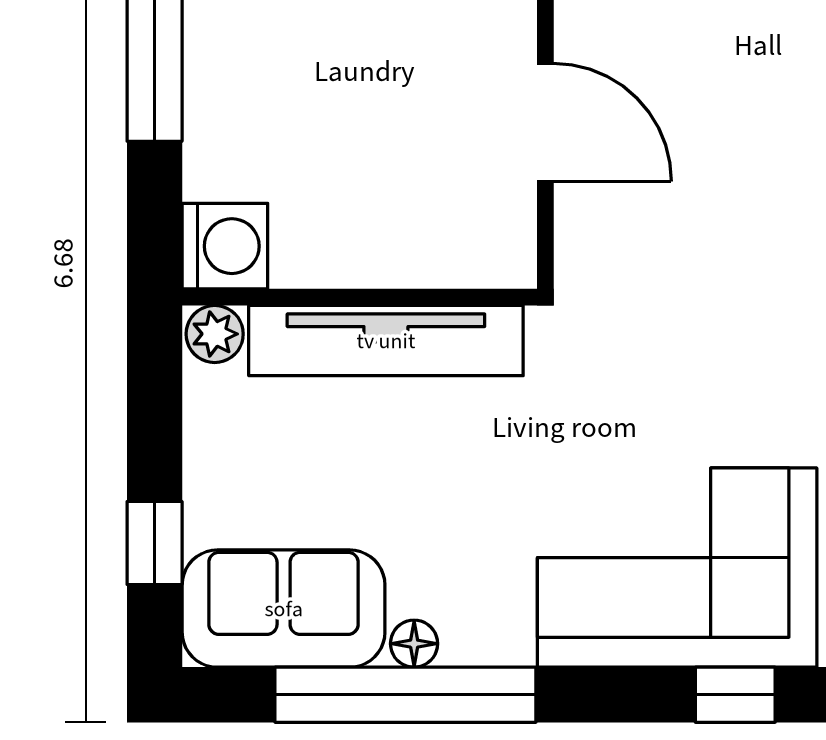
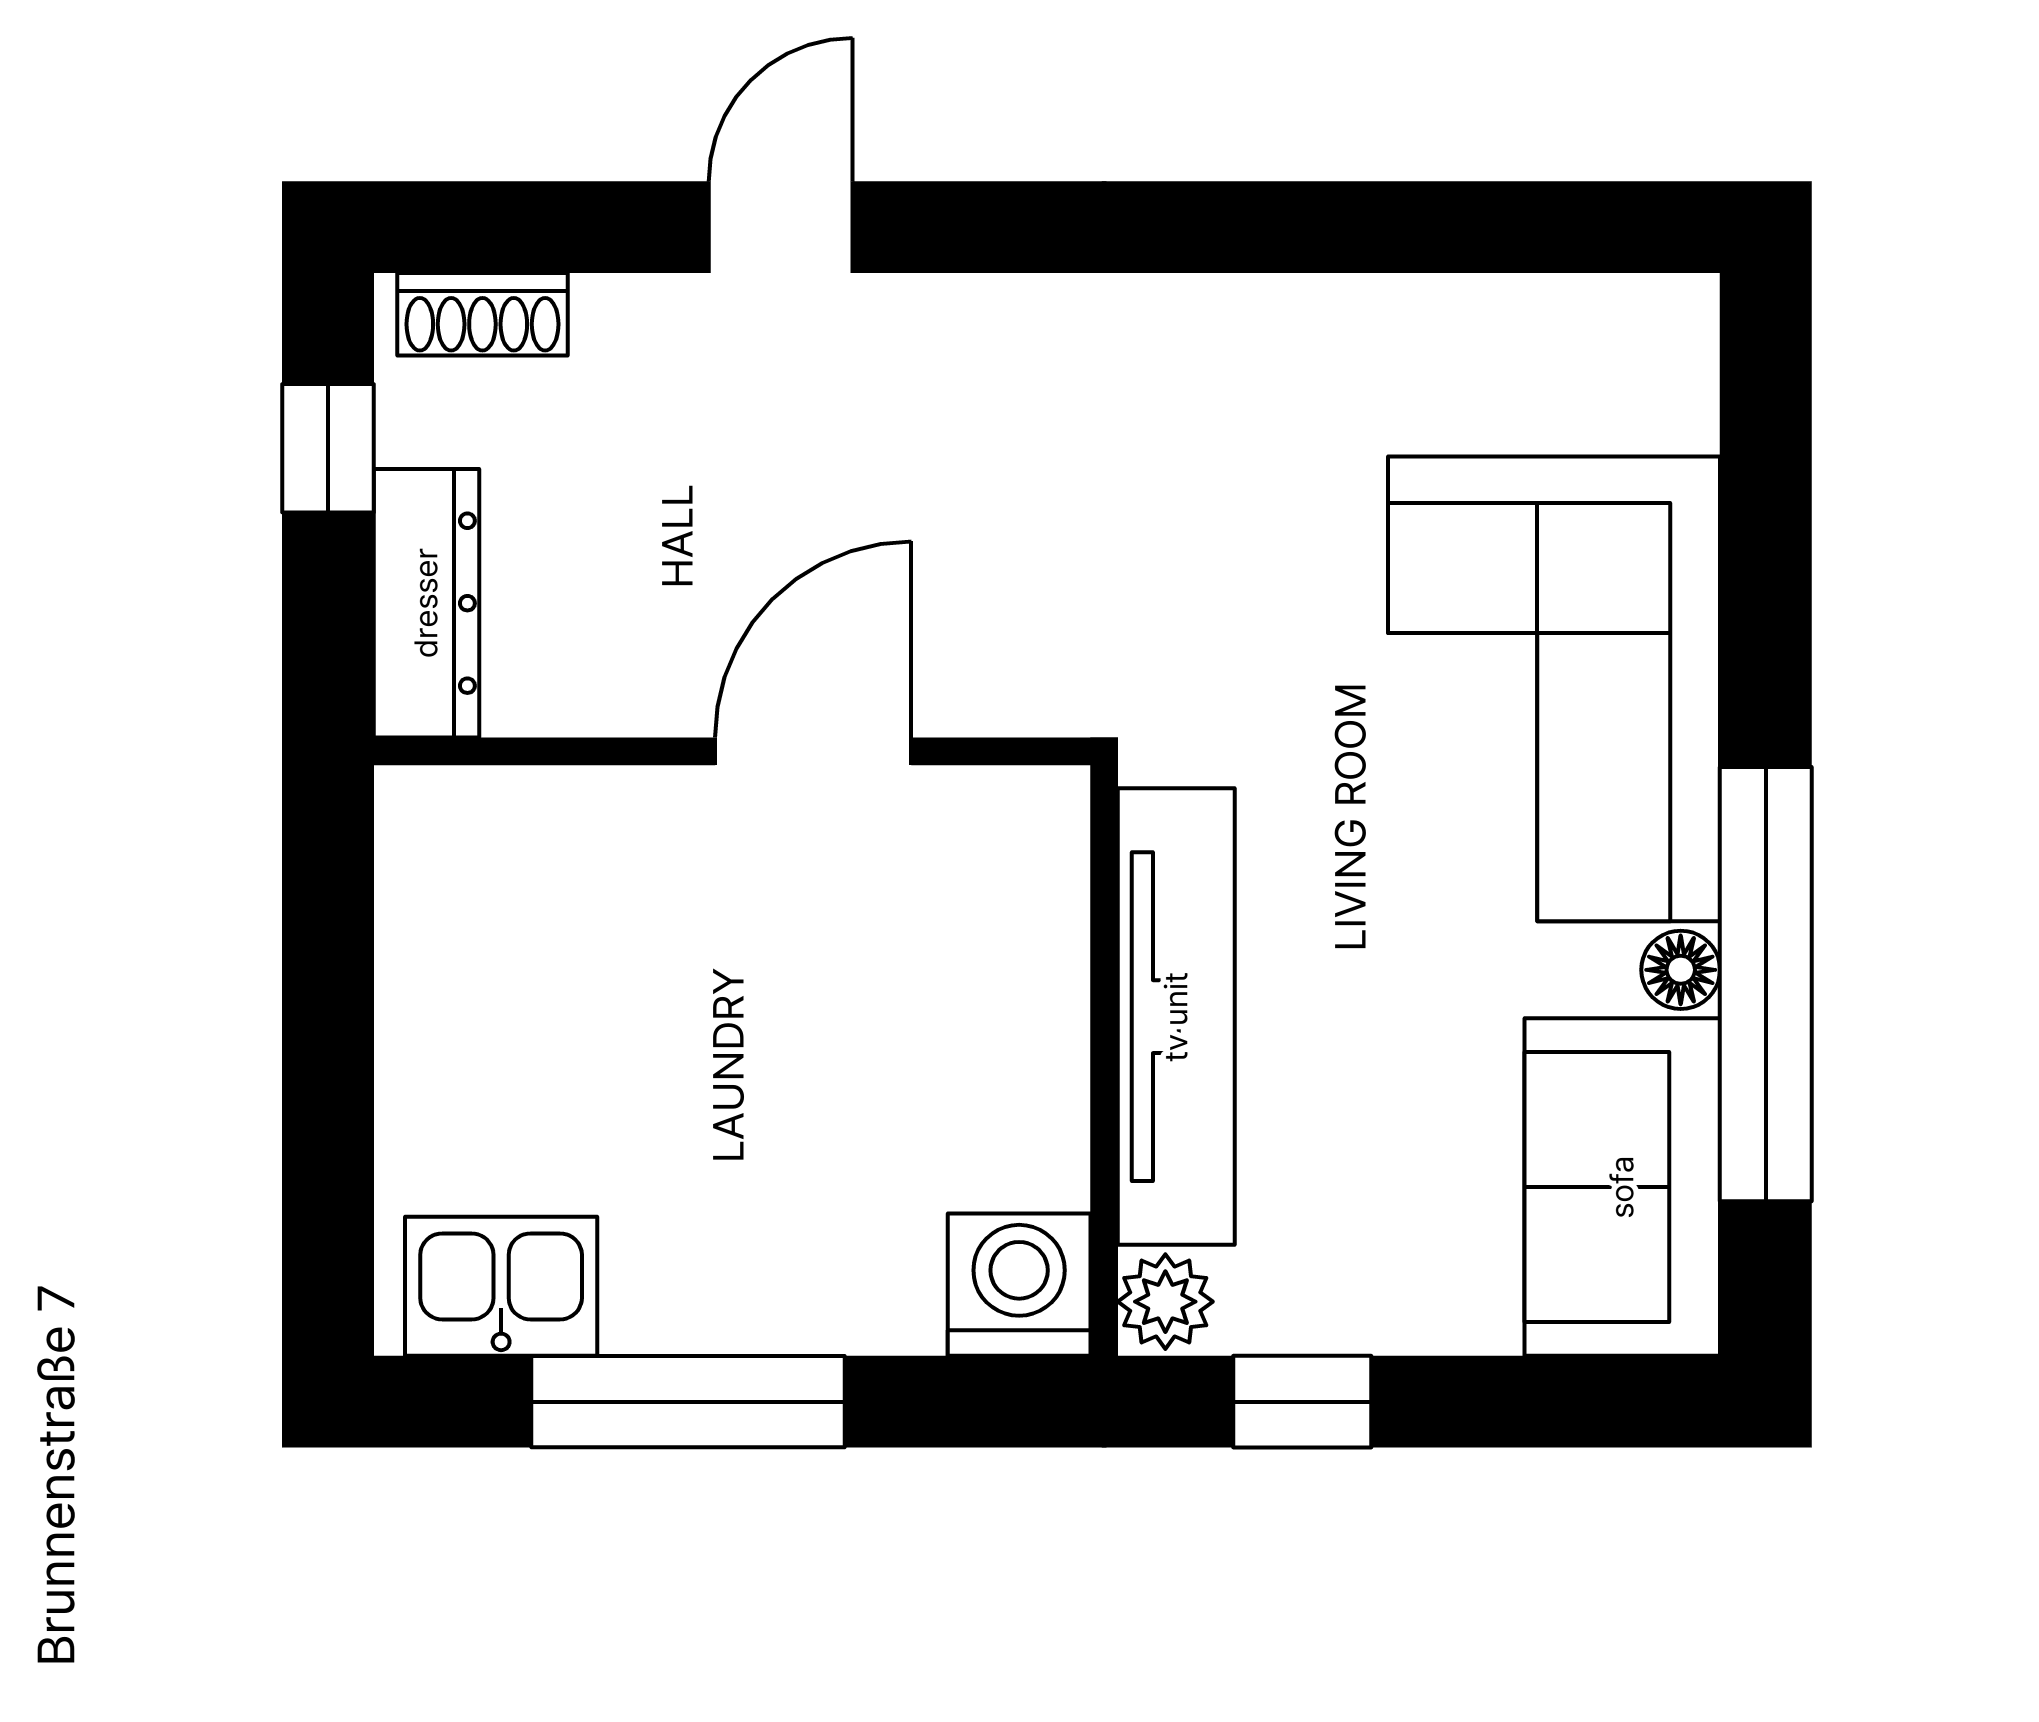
window: (155, 543) -> (1302, 1402), moved
corner sofa: (677, 568) -> (1554, 689), moved
window: (735, 695) -> (1766, 435), removed

